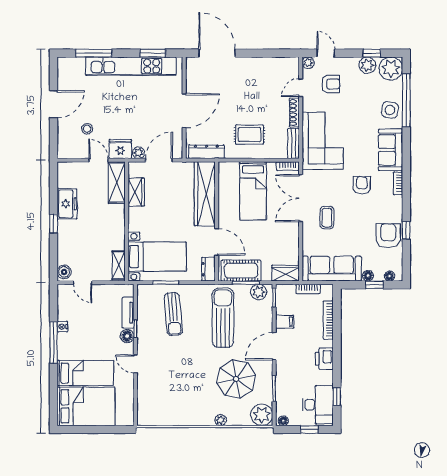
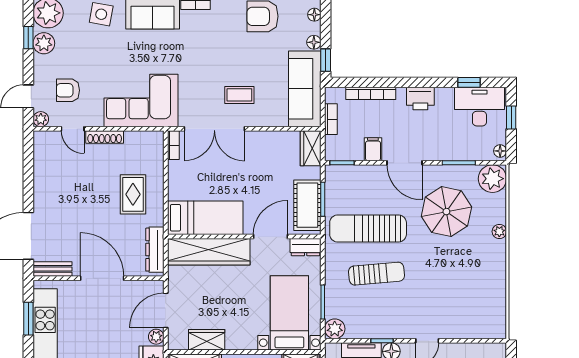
armchair: (331, 84) -> (68, 90), turned -90
bench: (293, 143) -> (53, 269), moved
door: (159, 160) -> (166, 310), hinge flipped
armchair: (362, 185) -> (198, 50), removed
bed: (253, 191) -> (205, 218), moved
window: (374, 285) -> (326, 60), moved
plant: (259, 292) -> (335, 329), moved
sun lounger: (173, 314) -> (377, 274), moved

